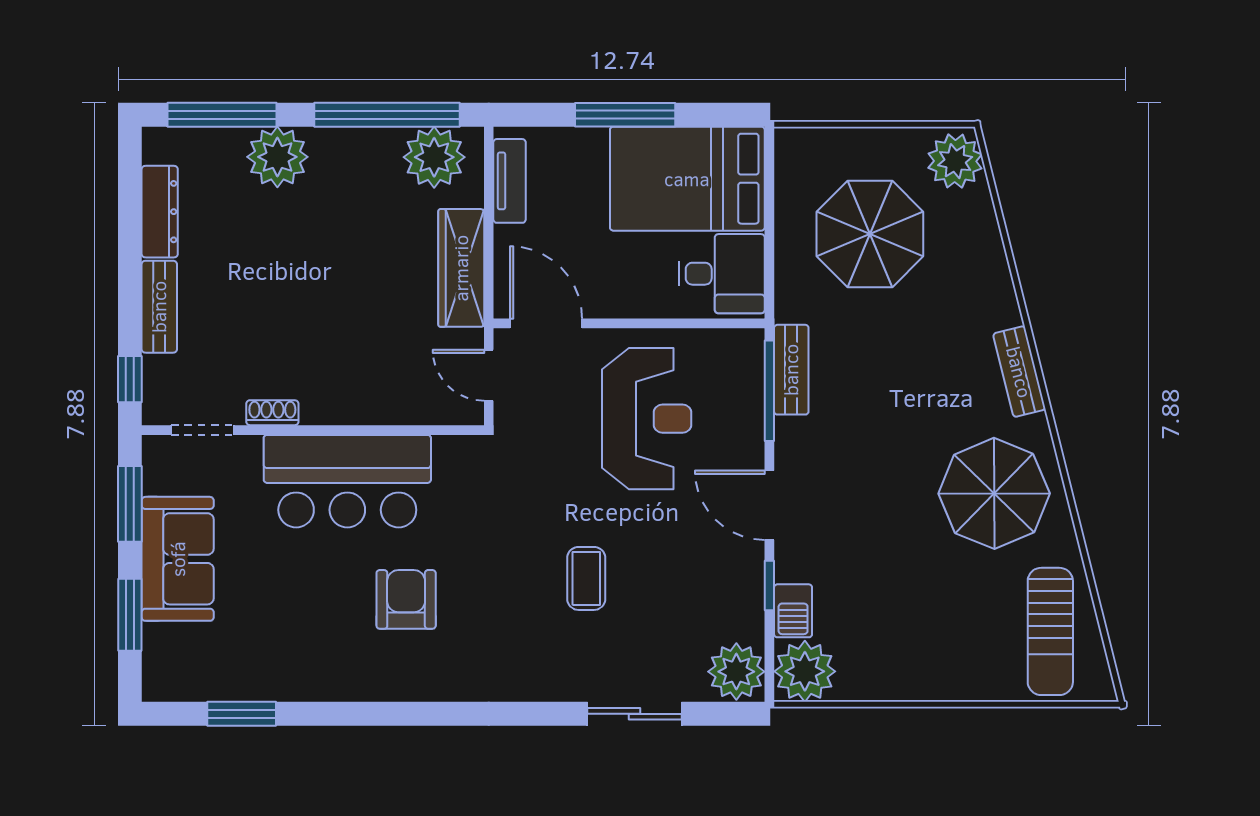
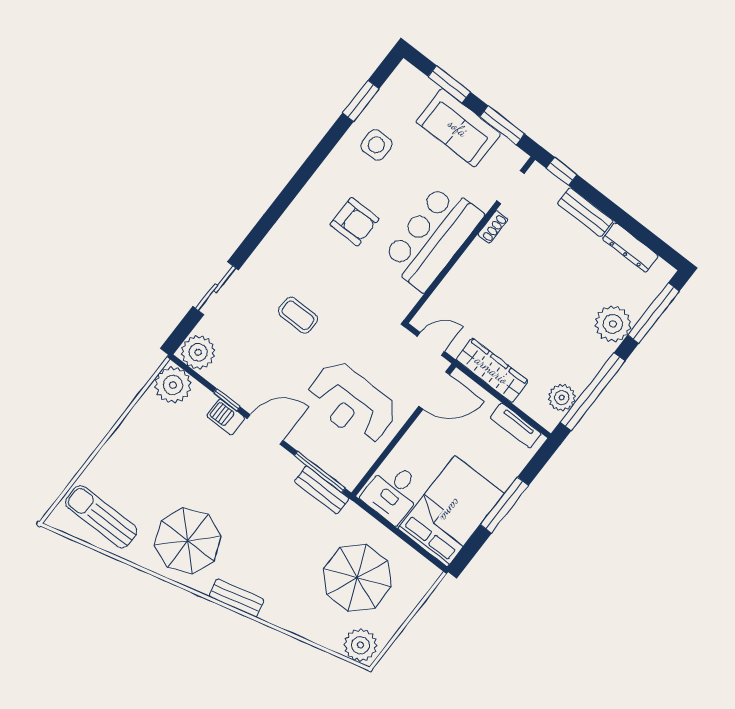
plant: (434, 157) -> (562, 398), width x0.73, depth x0.73
barbecue: (793, 611) -> (226, 417), moved
side table: (283, 649) -> (376, 145), added

